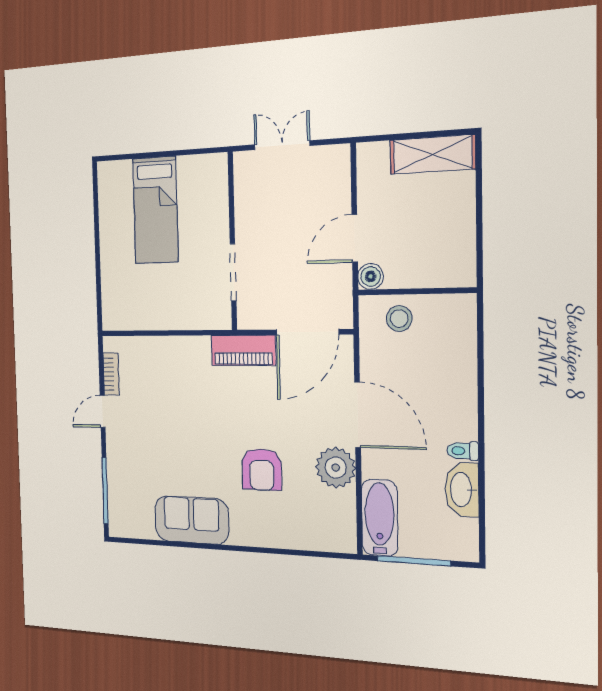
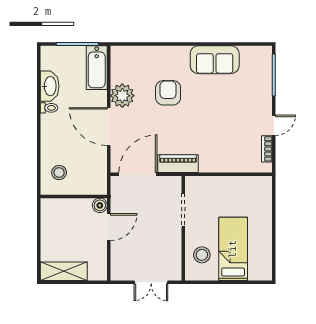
stool: (203, 198) -> (202, 255), added
stool: (399, 319) -> (59, 173), moved

